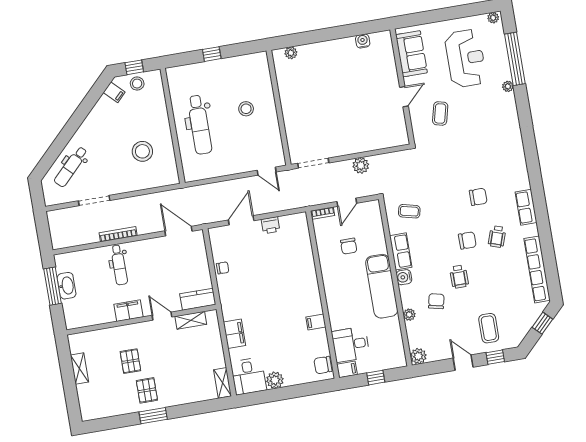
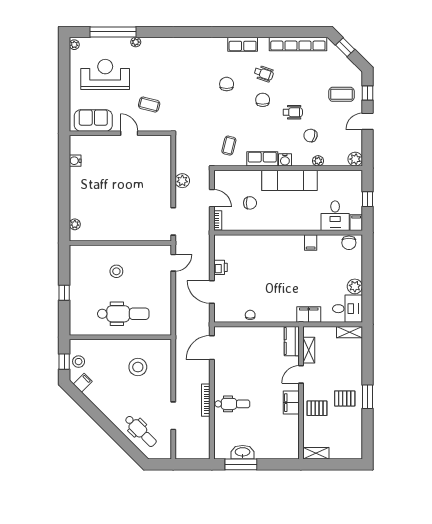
kitchen counter: (198, 299) -> (292, 341), moved
filing cabinet: (128, 311) -> (291, 403), moved
door: (162, 316) -> (301, 374), moved
wall: (141, 320) -> (301, 393), moved
shelving: (191, 320) -> (309, 350), moved

